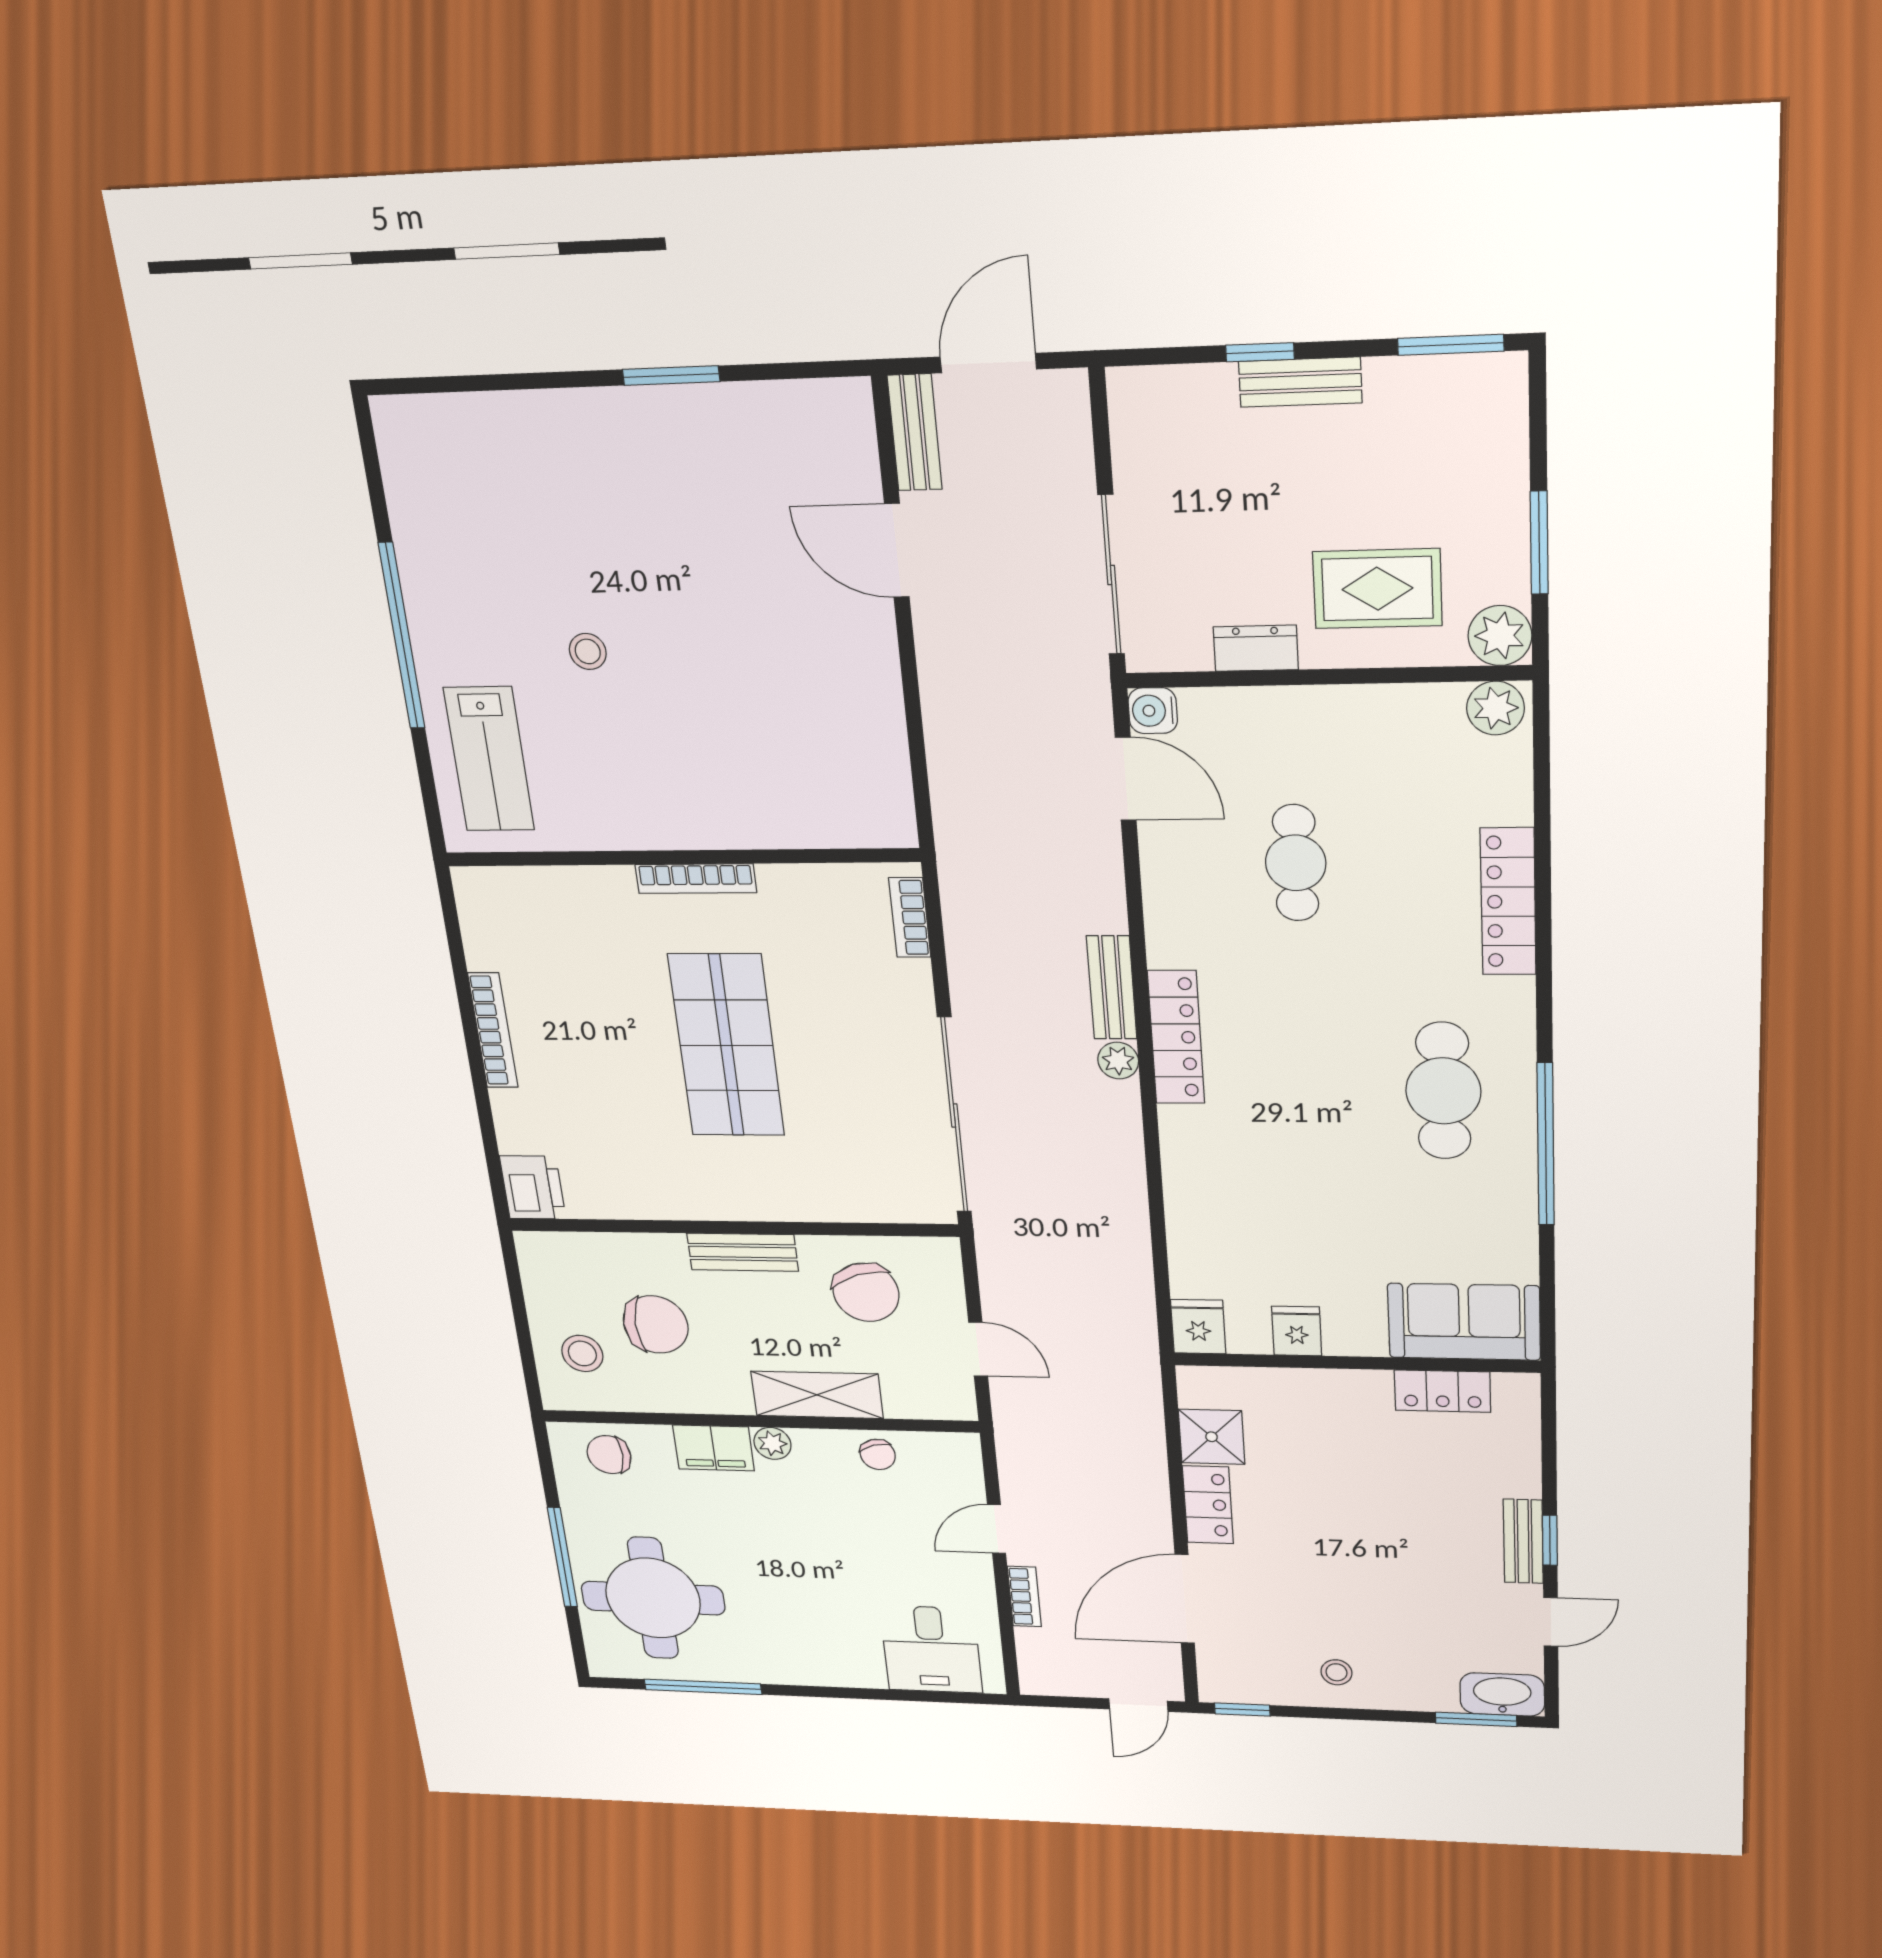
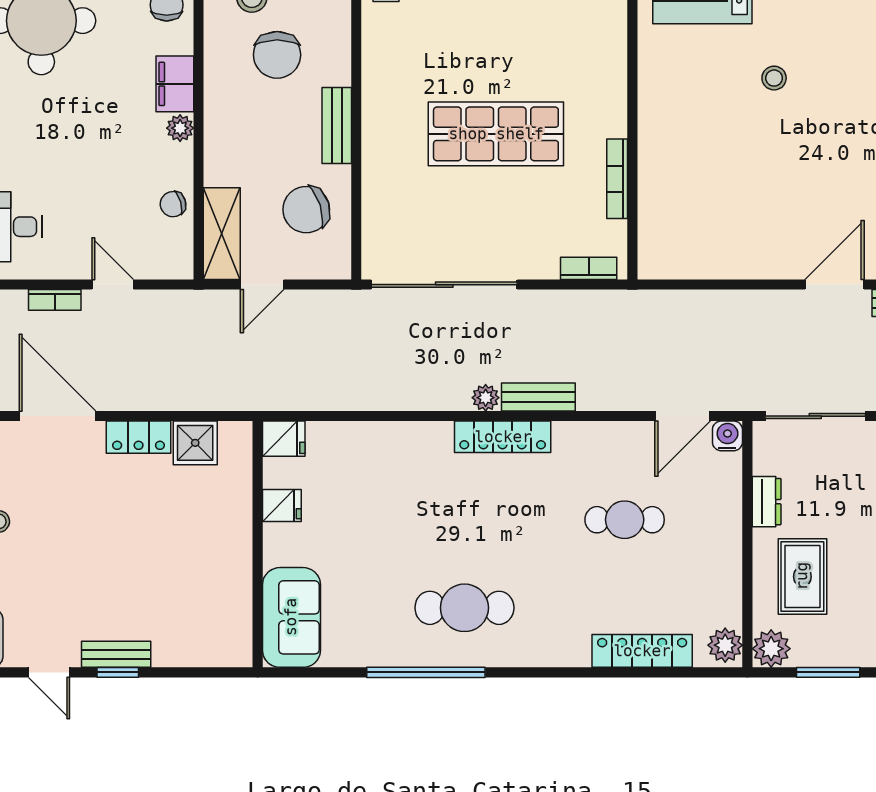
bookcase: (696, 879) -> (617, 179), moved
locker: (1508, 902) -> (642, 651), moved
locker: (1442, 1391) -> (237, 602), removed
shelving: (817, 1395) -> (222, 234), moved

